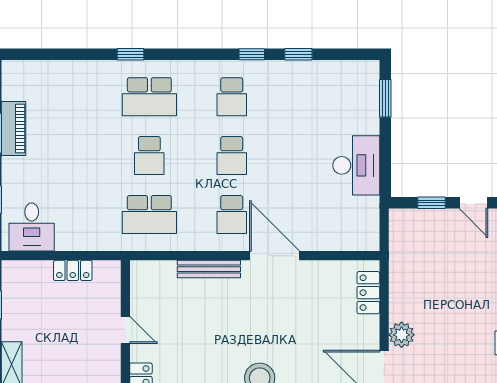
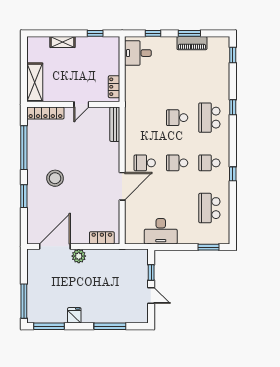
window: (298, 54) -> (233, 55), moved
desk: (356, 165) -> (161, 231), moved
door: (473, 203) -> (151, 296), swing flipped
school desk: (149, 215) -> (209, 208), moved
bench: (209, 269) -> (115, 124), moved
locker: (73, 270) -> (114, 87), moved

